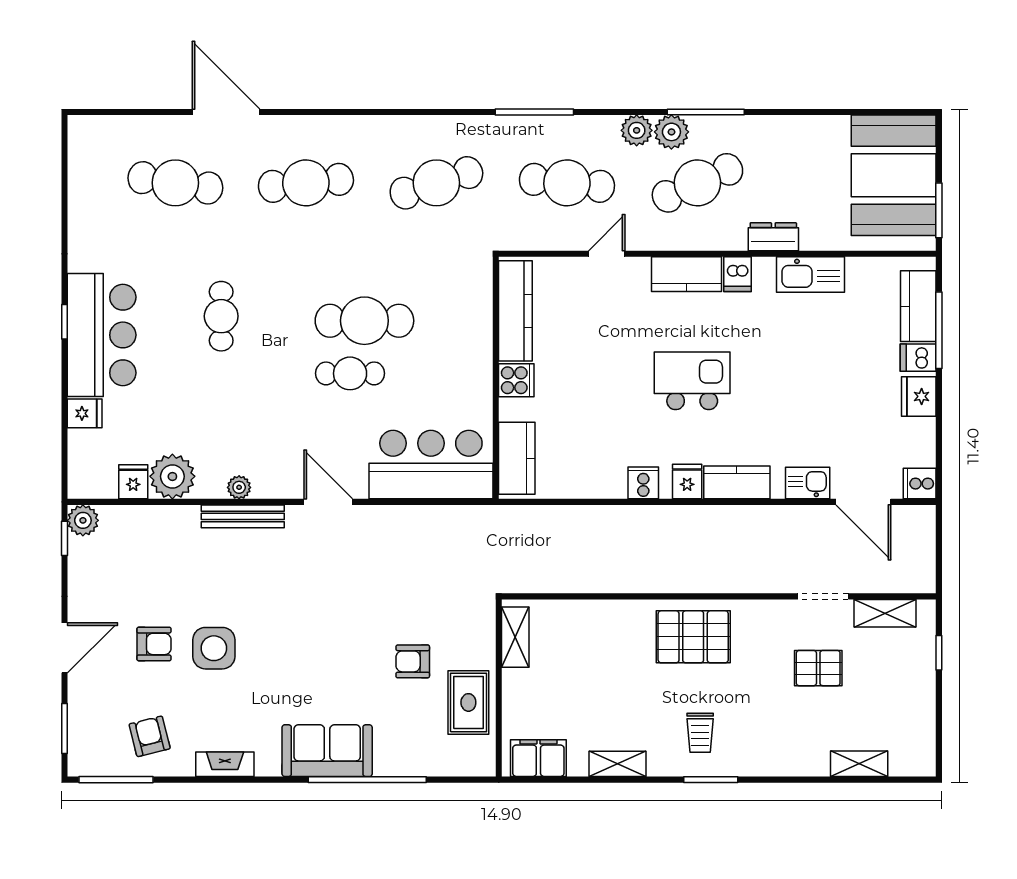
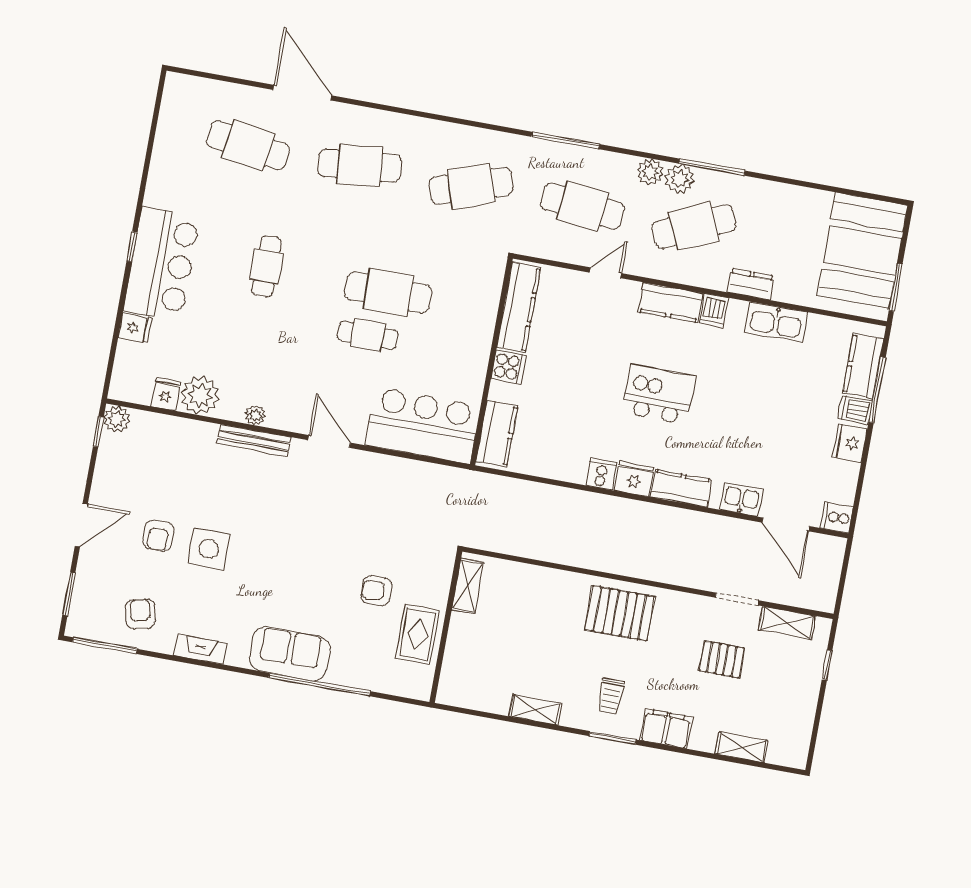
fridge: (687, 482) -> (634, 479), width x1.38
armchair: (154, 644) -> (158, 536), turned 90
filing cabinet: (538, 758) -> (666, 729), moved

